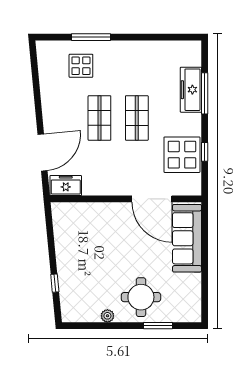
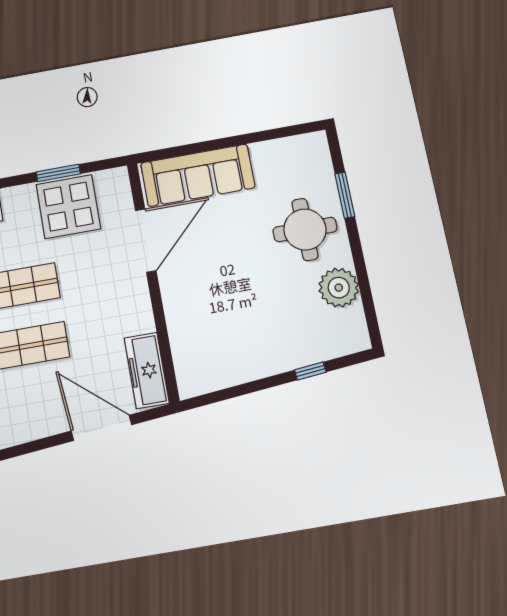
window: (205, 152) -> (58, 173), width x1.50
freezer: (66, 186) -> (147, 371), width x1.40
plant: (107, 316) -> (339, 288), width x1.88, depth x1.88

